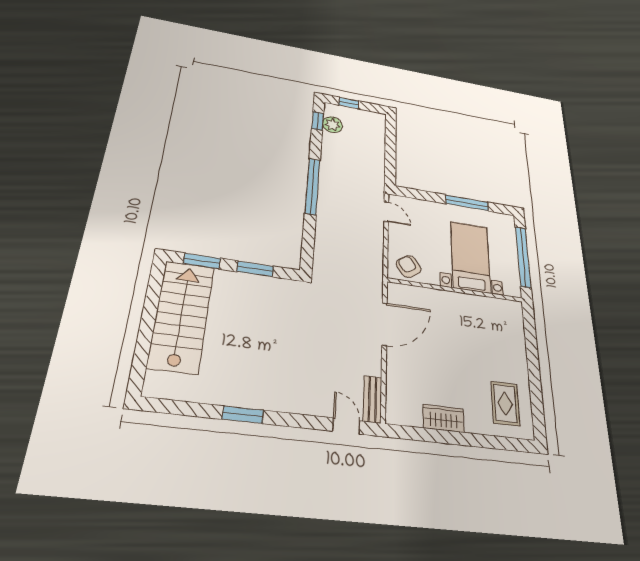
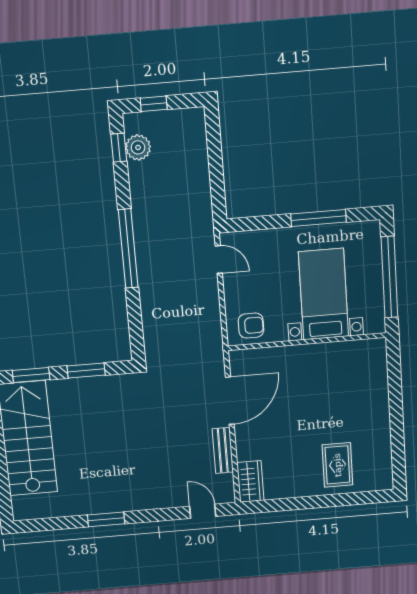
armchair: (409, 266) -> (251, 326), turned 125
bench: (373, 399) -> (223, 450), moved
rug: (505, 403) -> (337, 465), moved
wardrobe: (444, 418) -> (250, 481), moved, turned 90

